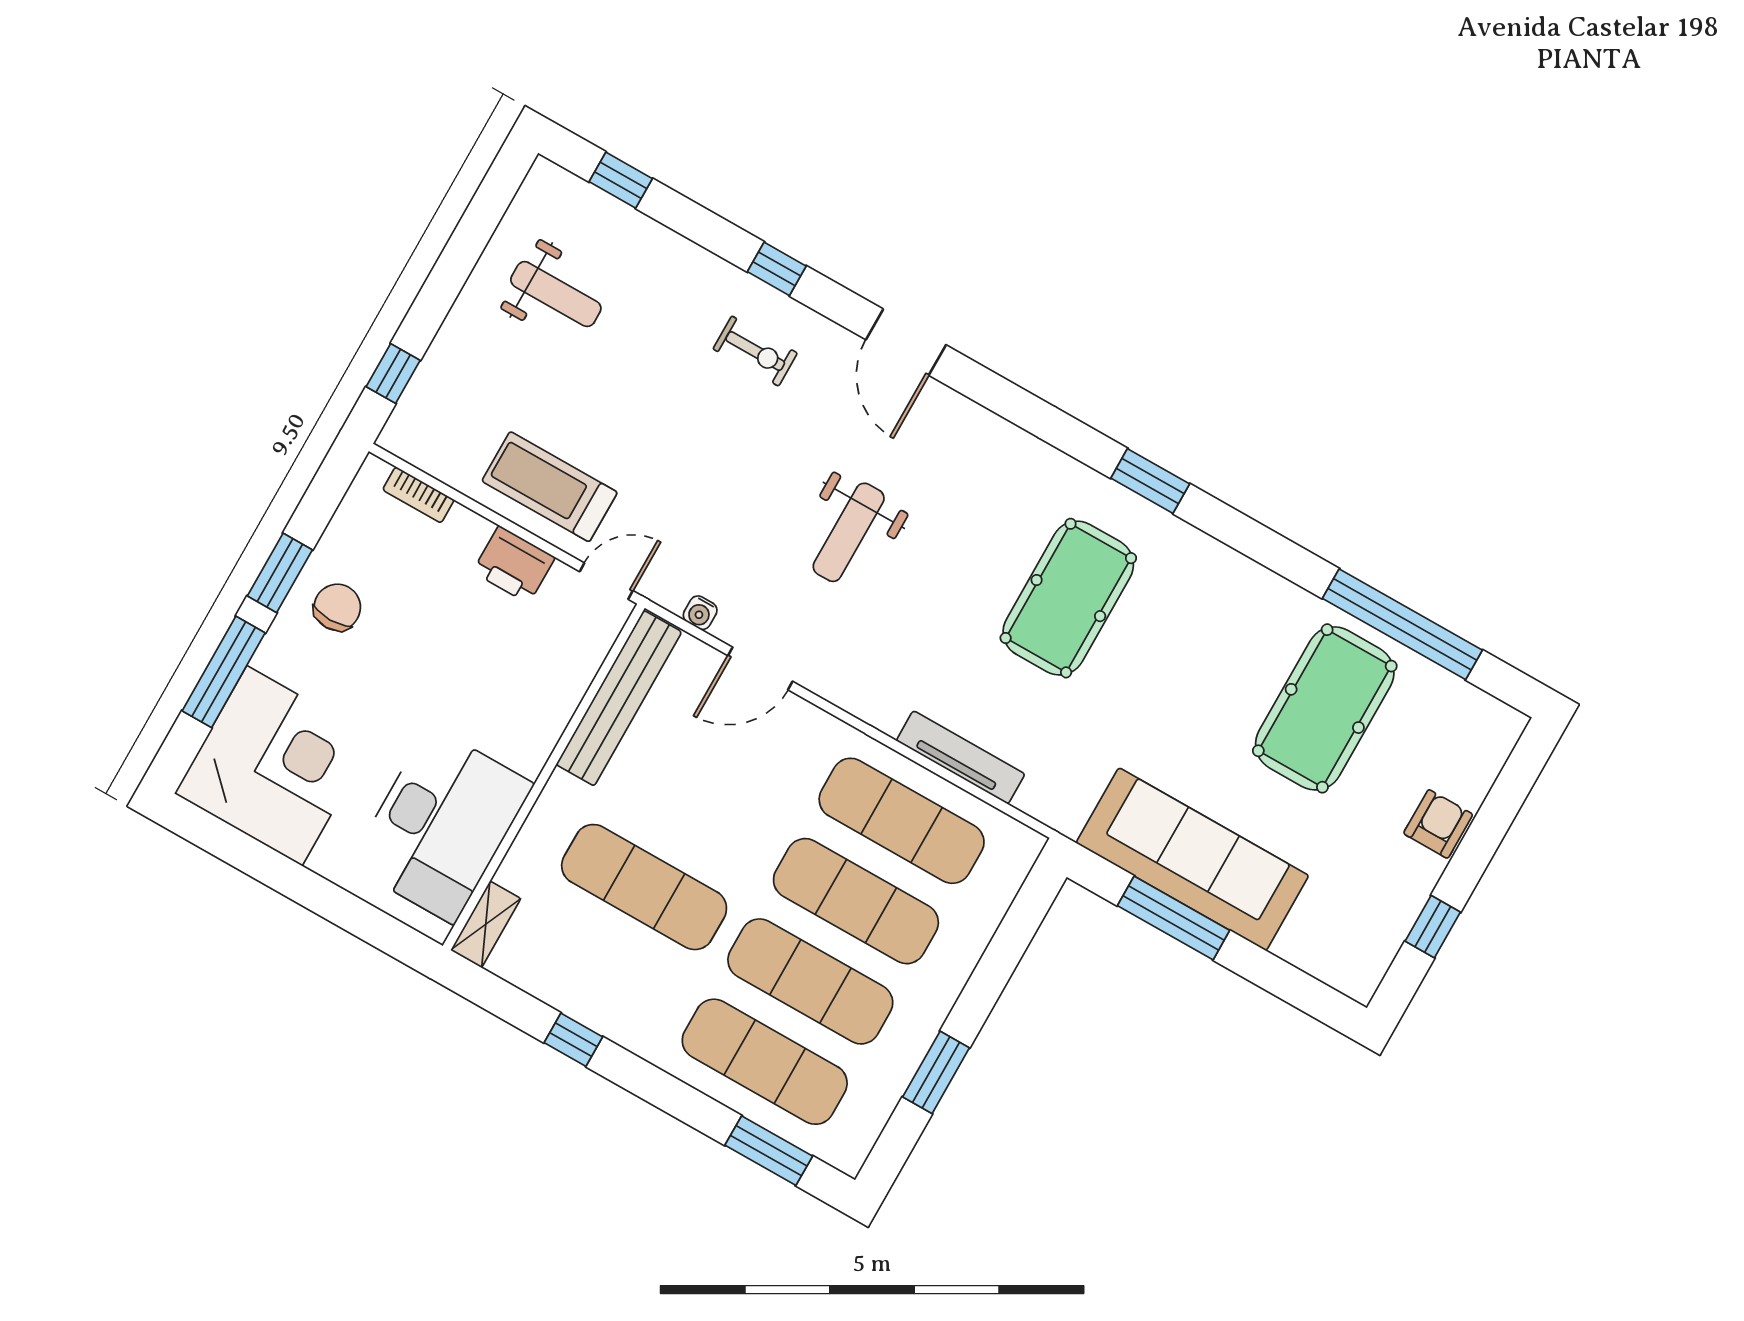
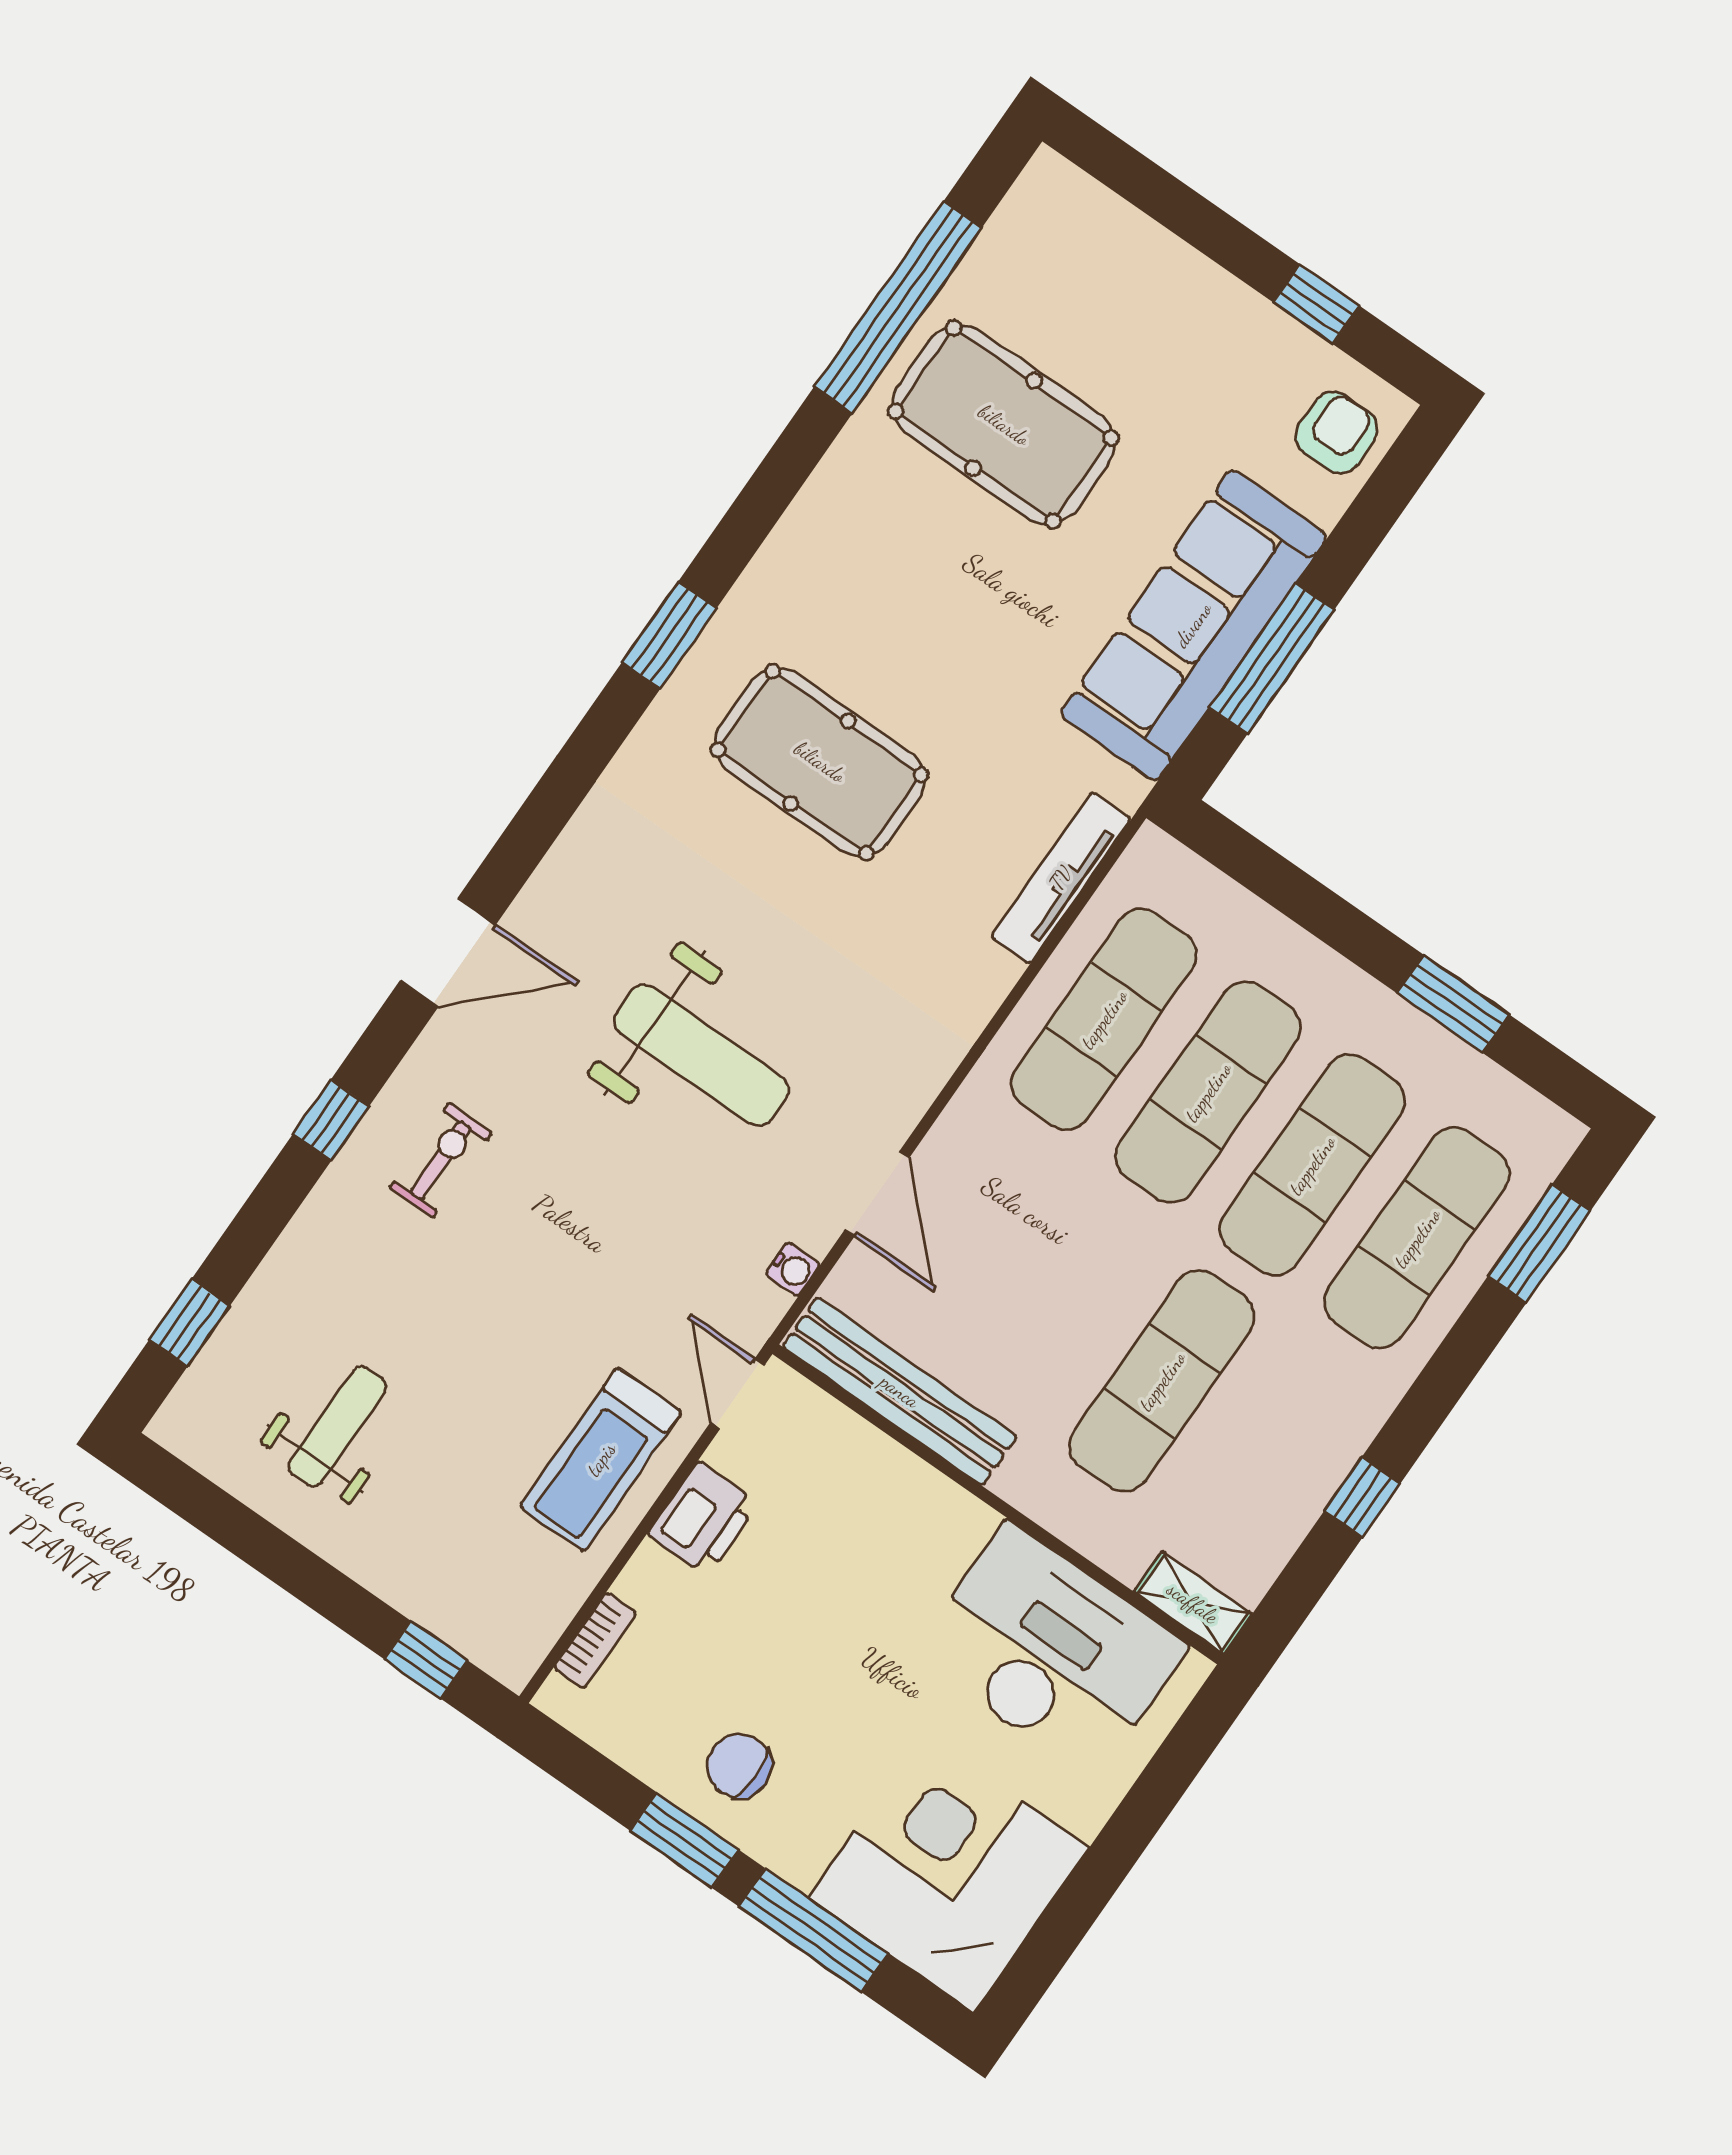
weight bench: (849, 532) -> (701, 1055), width x1.36, depth x1.33
tv unit: (961, 757) -> (1061, 878), moved
armchair: (1438, 824) -> (1336, 433), moved, turned 90

